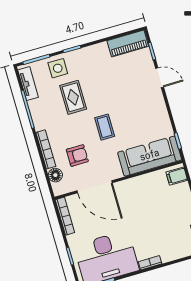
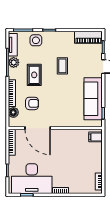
rug: (73, 97) -> (34, 75), moved
plant: (36, 107) -> (14, 62), added
coffee table: (105, 127) -> (62, 66), moved
sofa: (150, 156) -> (93, 99), moved, turned -90

